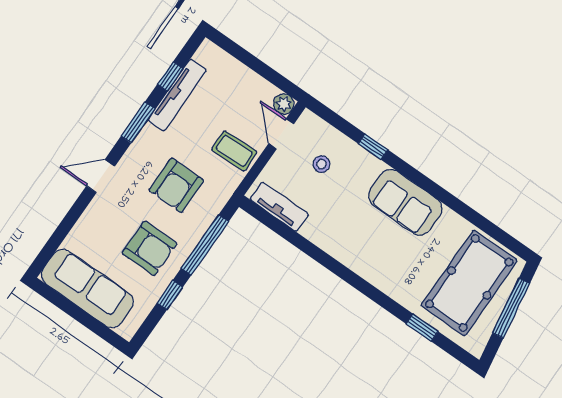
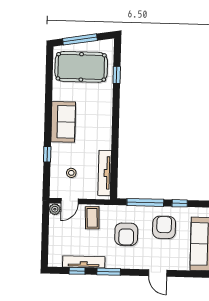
door: (101, 176) -> (158, 273), moved
armchair: (176, 185) -> (126, 234), turned 90
tv unit: (279, 207) -> (105, 173), width x1.41

